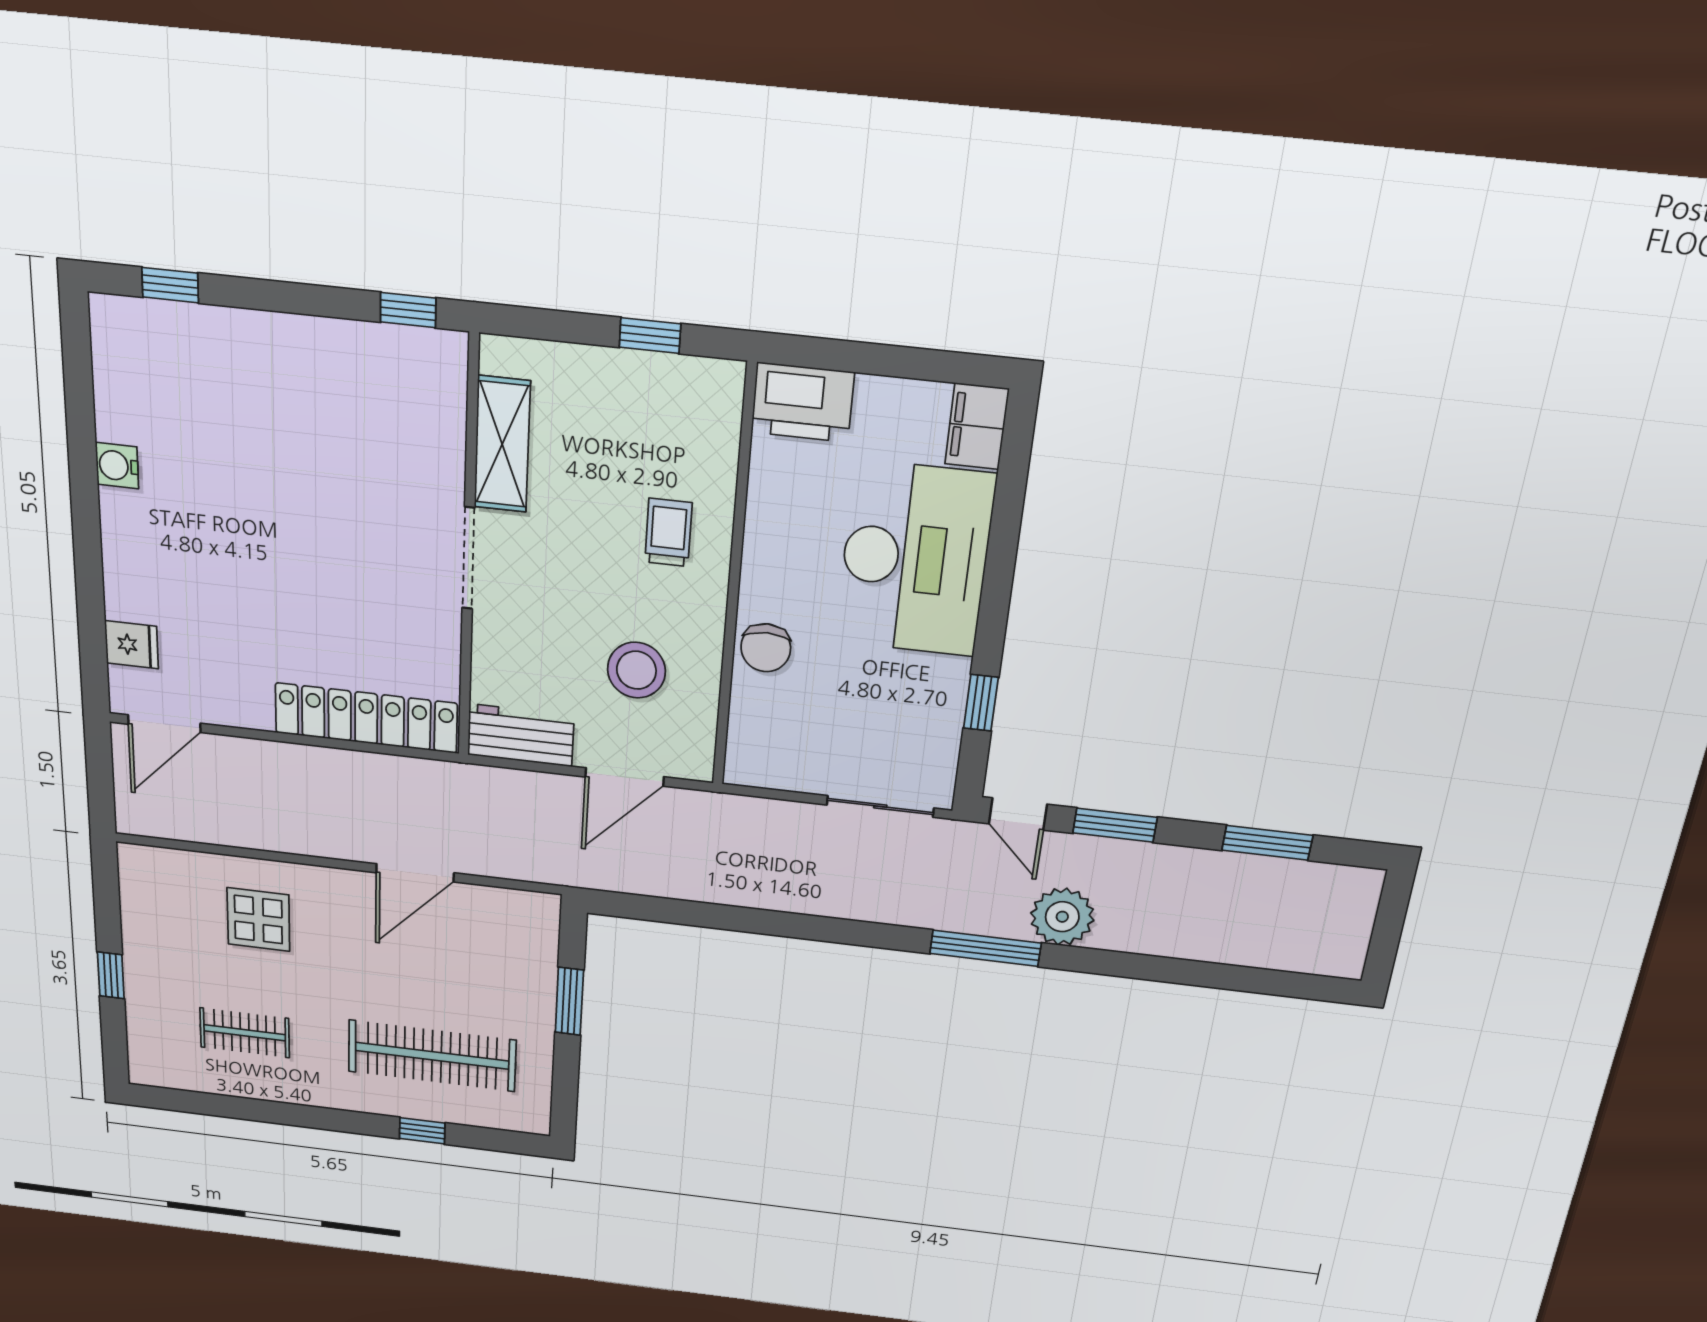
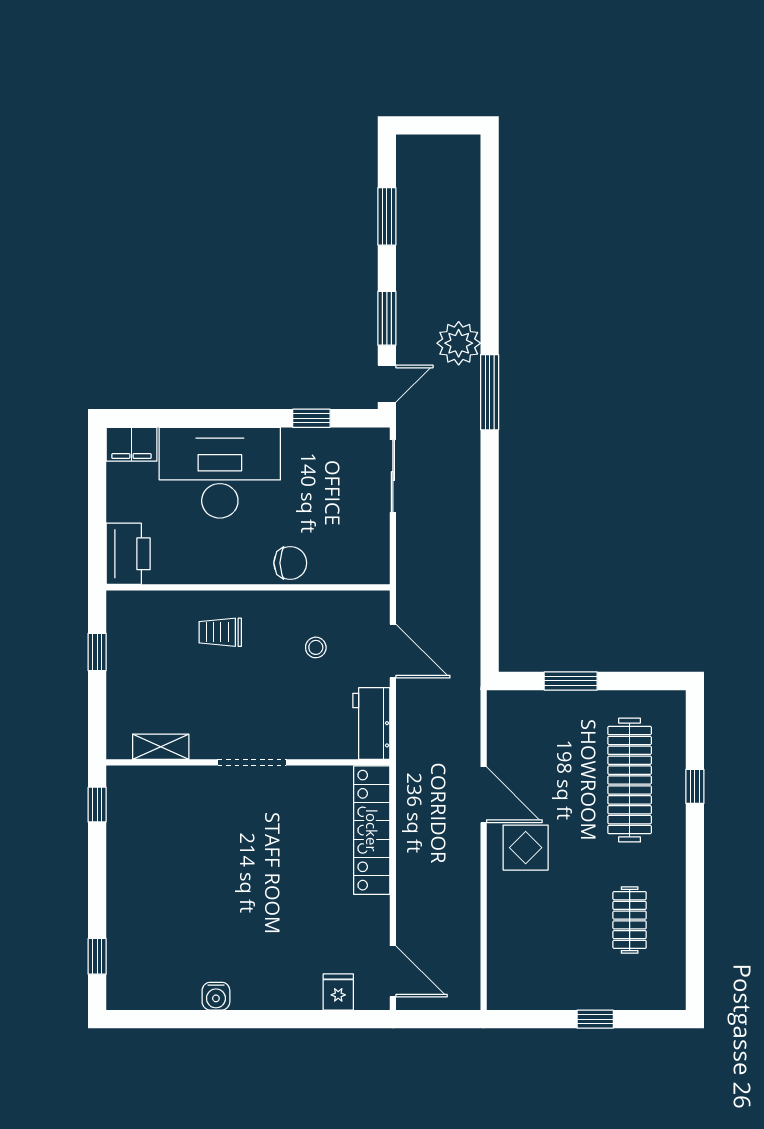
shelving: (502, 444) -> (161, 747), width x0.67, depth x0.75
stool: (636, 670) -> (316, 647), width x0.53, depth x0.53
display table: (258, 920) -> (526, 848), moved

